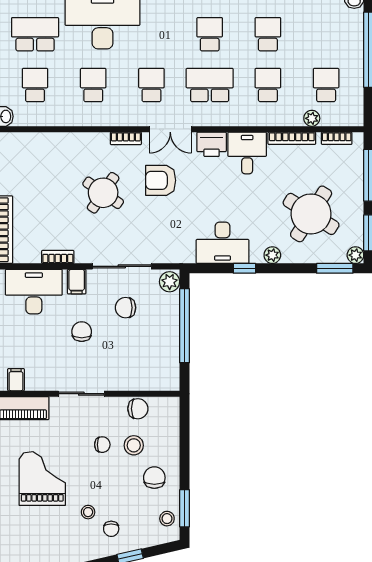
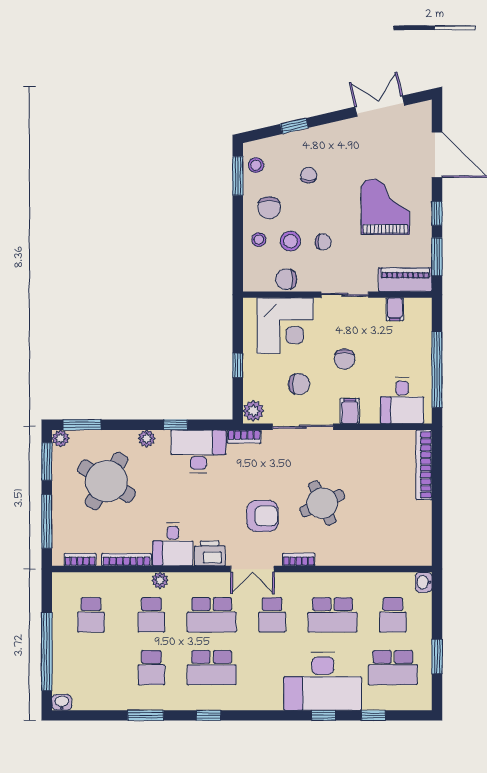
school desk: (210, 34) -> (212, 668), width x1.85
school desk: (93, 85) -> (332, 615), width x1.85
plant: (312, 118) -> (160, 580), moved
double door: (170, 129) -> (252, 569), swing flipped
round table: (103, 193) -> (322, 503), turned 31
bookcase: (58, 257) -> (244, 437), moved
desk: (34, 292) -> (402, 401), width x0.73
window: (184, 326) -> (238, 365), width x0.32
corner desk: (139, 364) -> (285, 326), added
filing cabinet: (16, 380) -> (395, 309), moved
chair: (102, 445) -> (323, 242), turned 180
grand piano: (42, 478) -> (385, 207), turned 180
stool: (88, 512) -> (259, 240), moved
chair: (111, 529) -> (309, 175), moved

